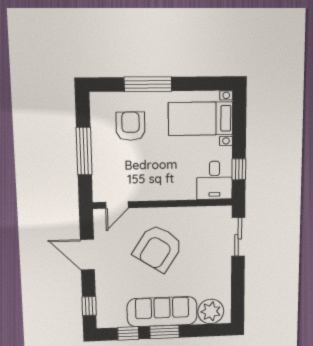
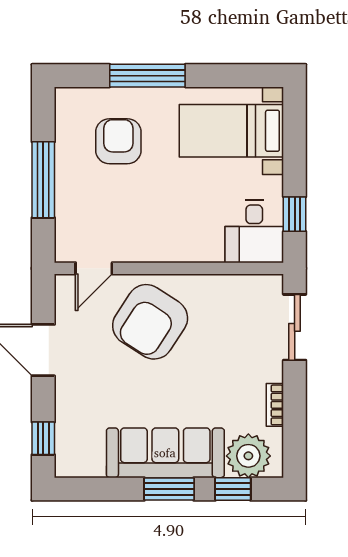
armchair: (158, 248) -> (150, 322), moved
bookcase: (226, 282) -> (275, 405), added
window: (128, 333) -> (233, 489), moved

